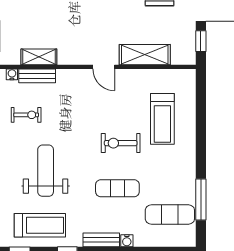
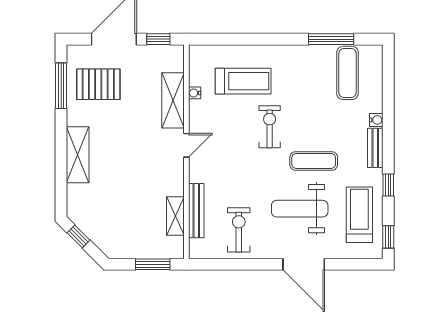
water cooler: (12, 74) -> (195, 93), moved
bench: (37, 76) -> (196, 211), width x1.36
exercise bike: (26, 115) -> (239, 230), width x1.38, depth x1.39
exercise bike: (121, 143) -> (270, 127), turned 180
exercise mat: (117, 188) -> (314, 161), moved, turned 90

